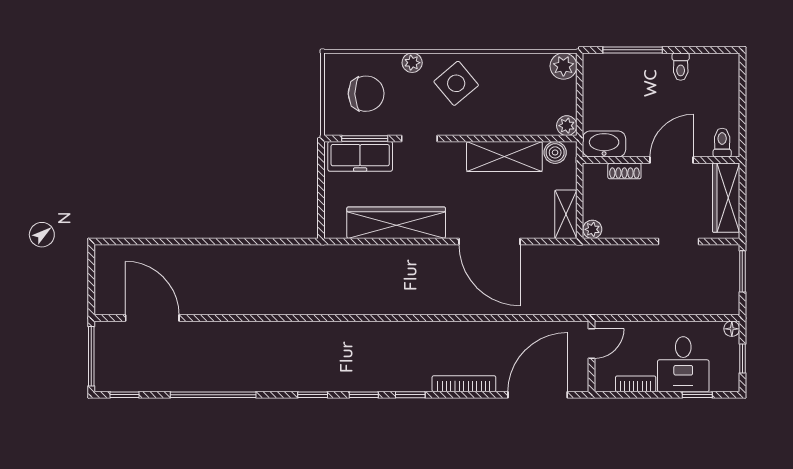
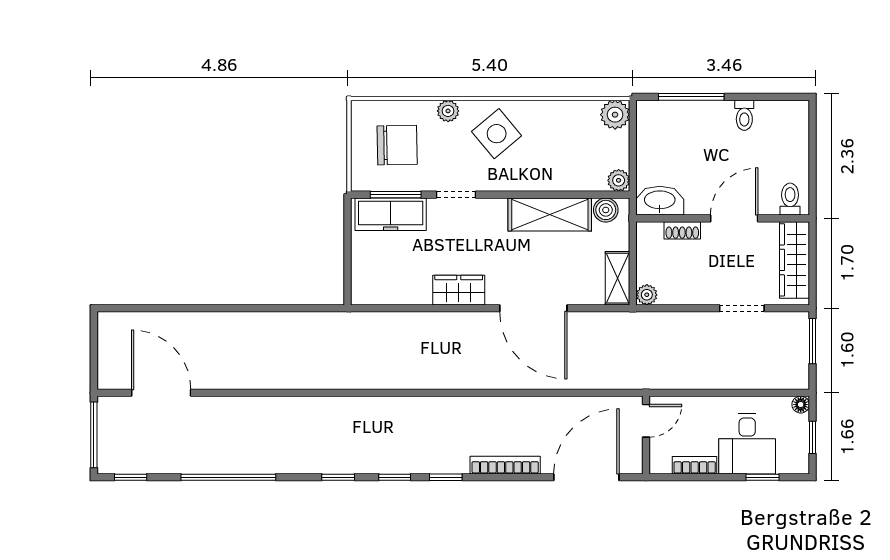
wardrobe: (396, 223) -> (459, 290), width x0.48, depth x0.85

